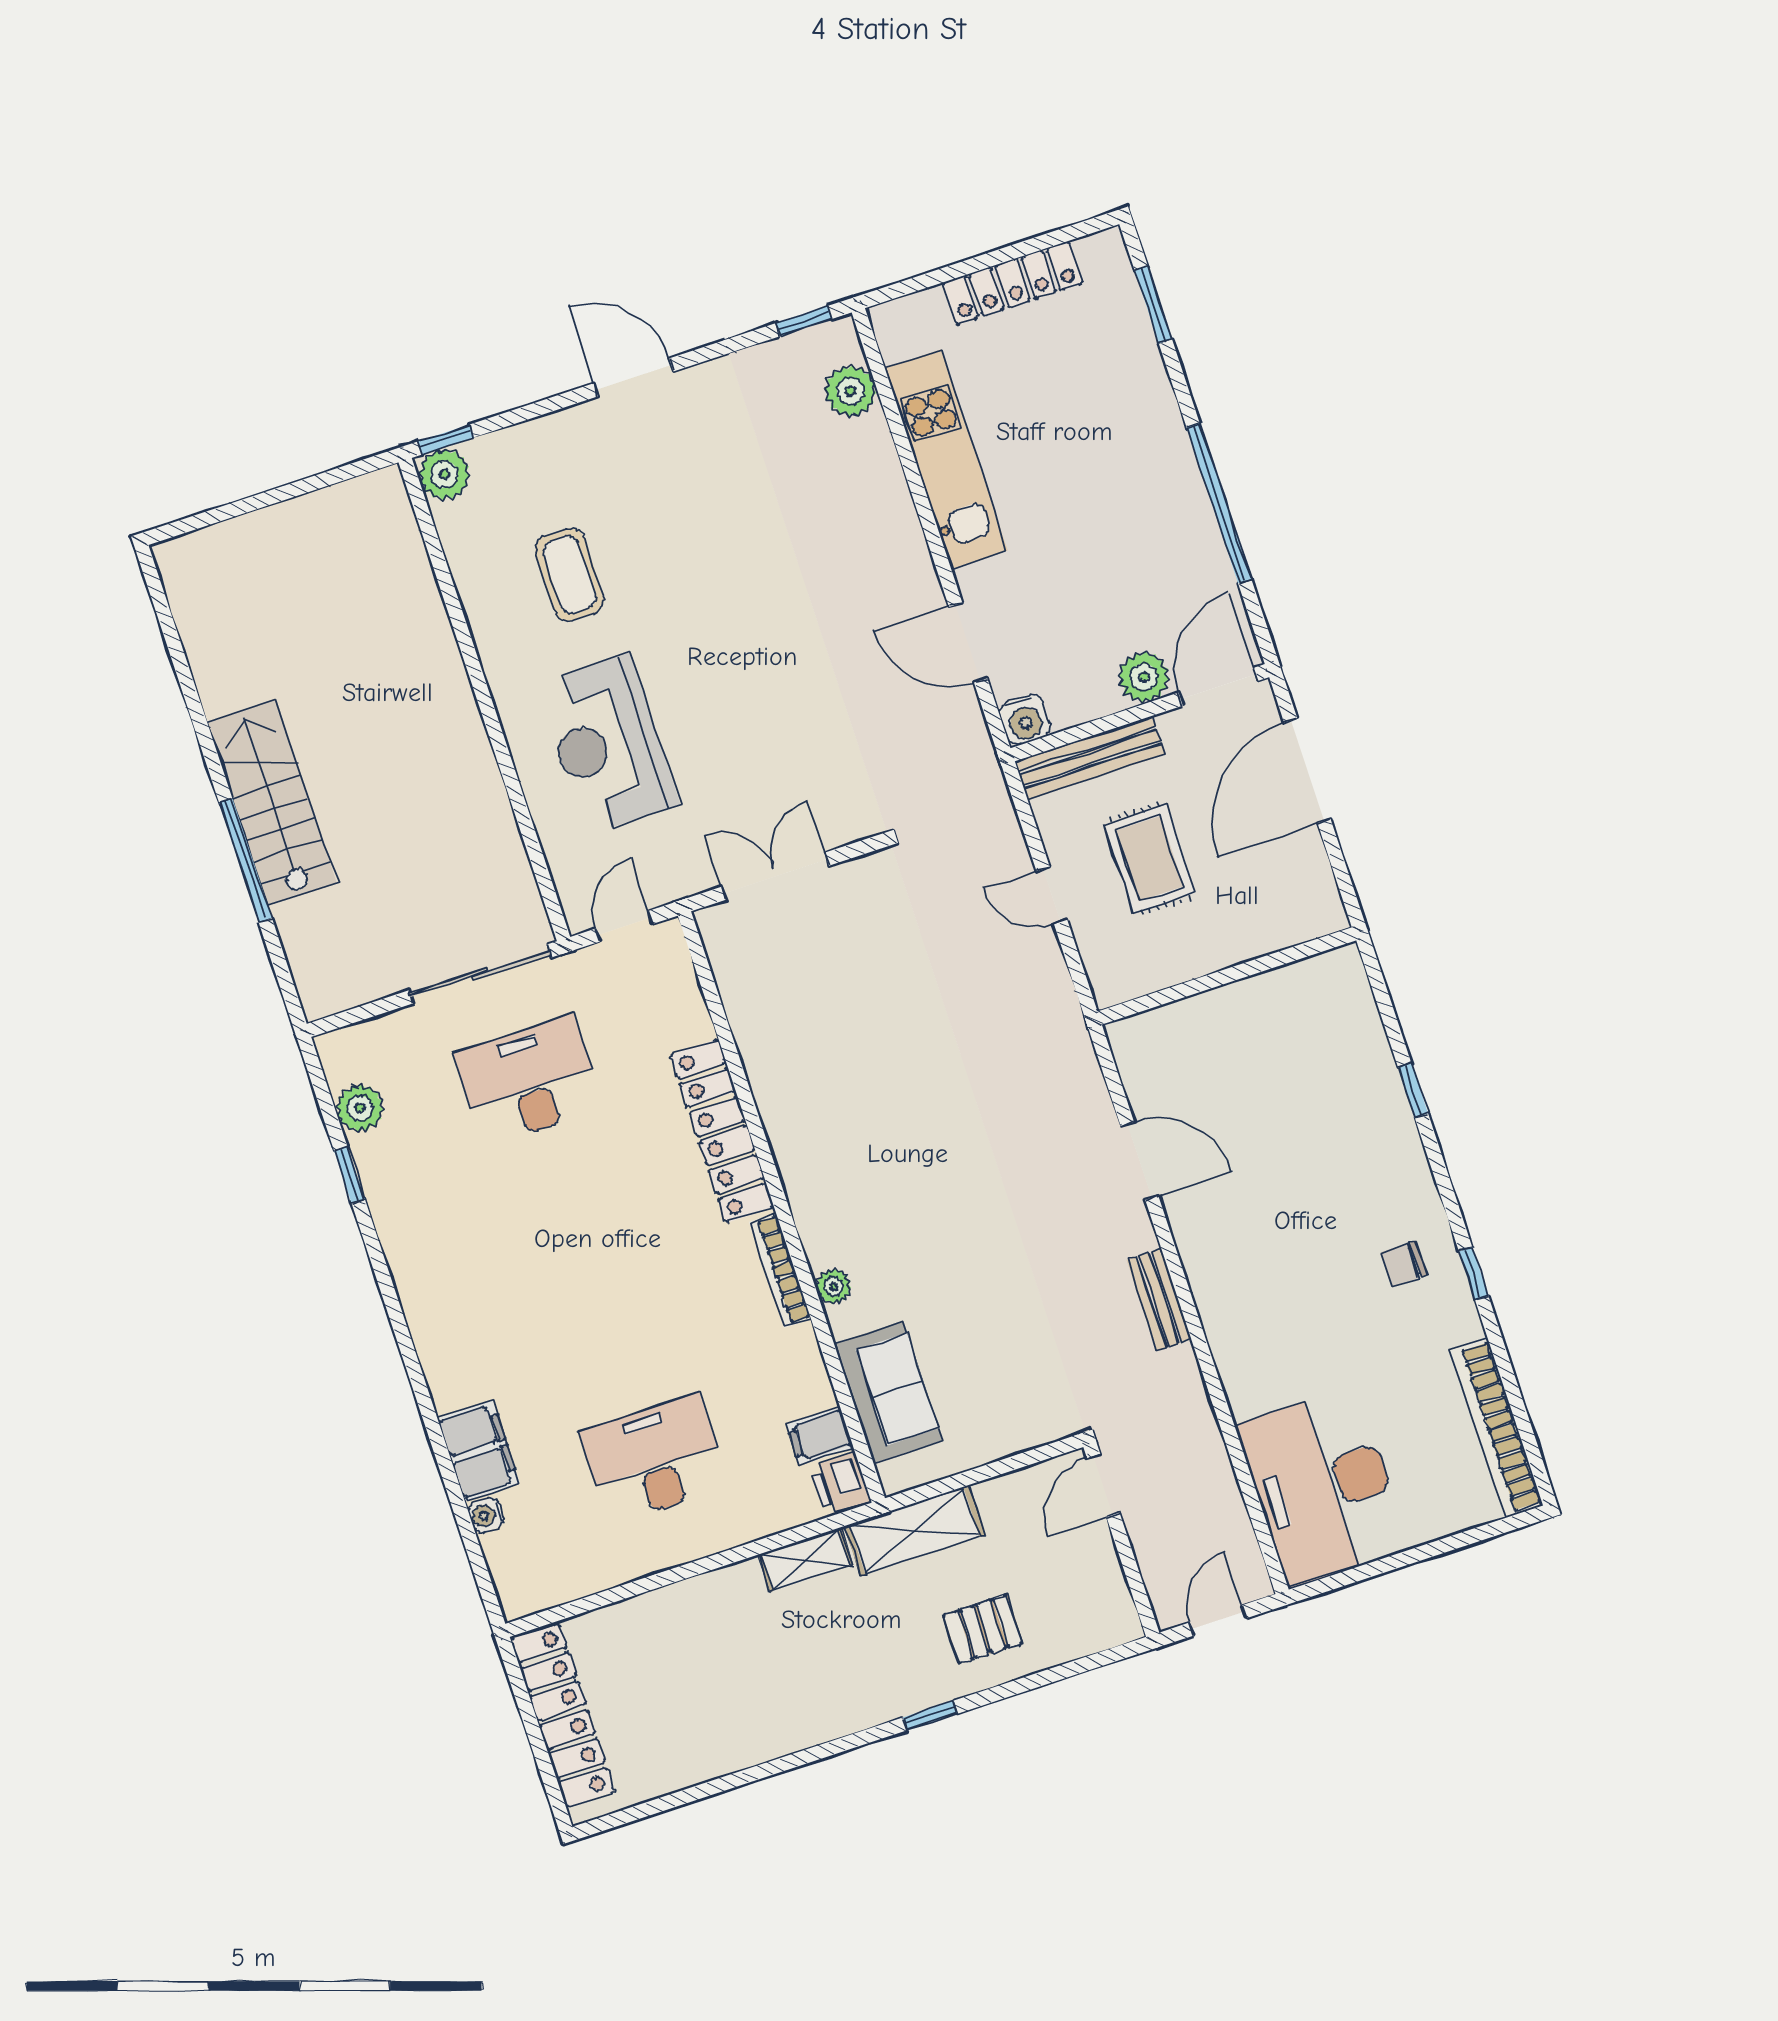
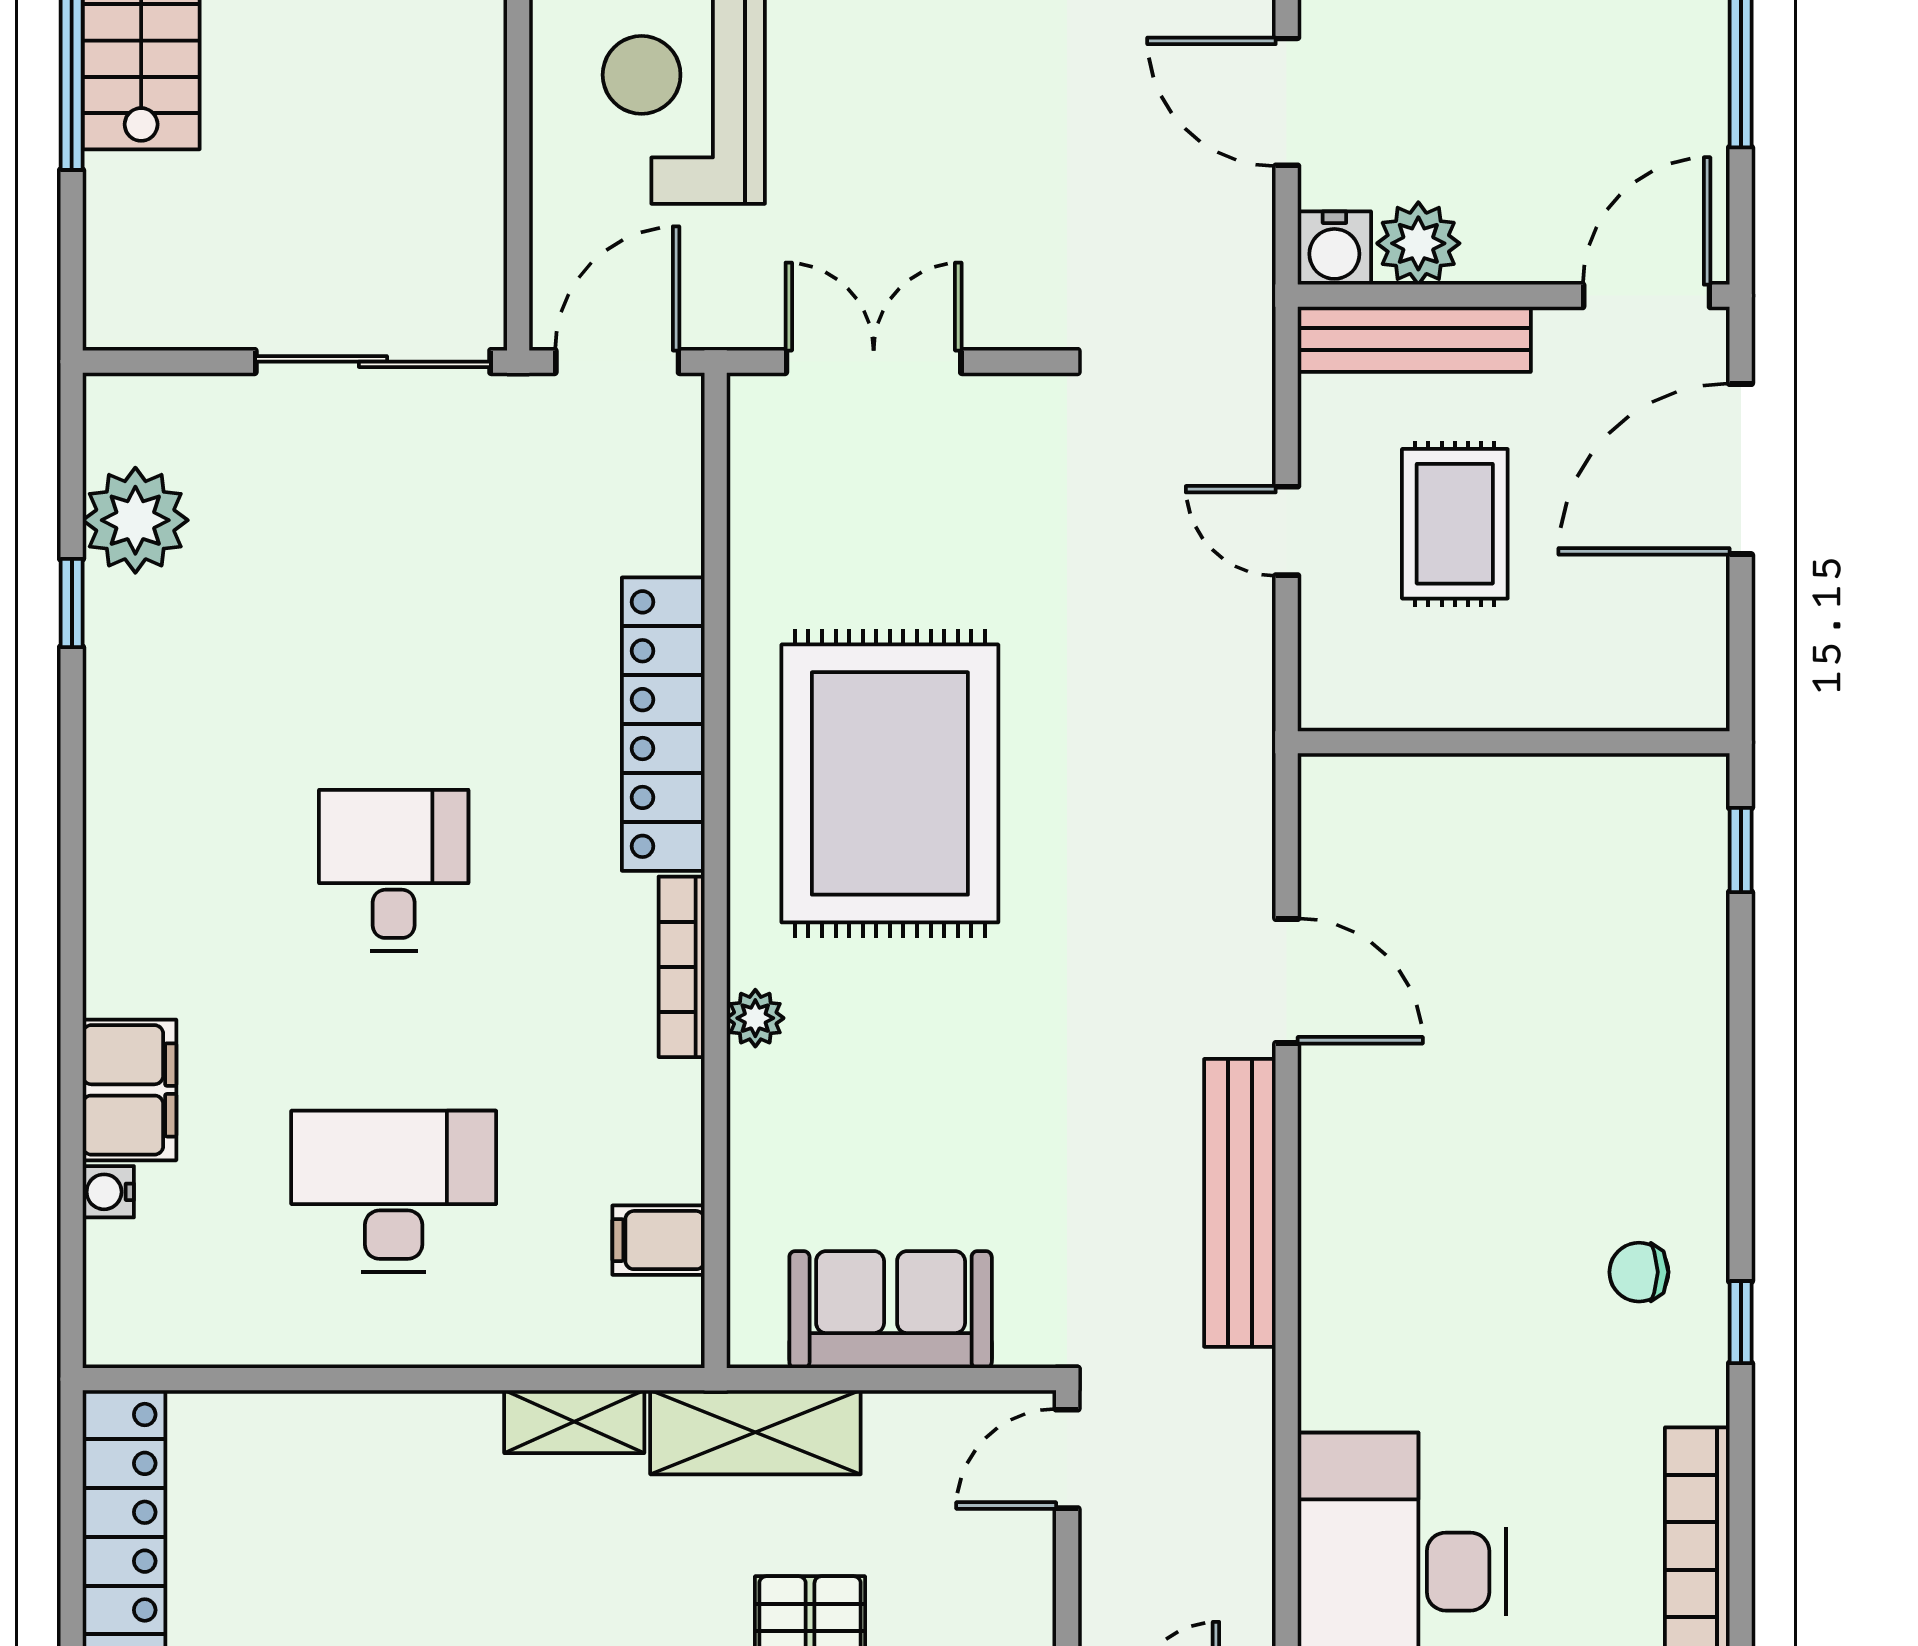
plant: (1144, 677) -> (1418, 243), moved
door: (624, 926) -> (617, 362), width x1.38
desk: (529, 1081) -> (394, 870), moved, width x0.73
window: (1413, 1091) -> (1741, 850), moved
plant: (360, 1108) -> (135, 520), width x1.36, depth x1.36
rug: (867, 1122) -> (890, 783), added
bench: (1159, 1300) -> (1240, 1203), width x1.86, depth x1.21
sofa: (888, 1392) -> (891, 1310), moved, turned -90
printer: (840, 1484) -> (666, 1323), removed

